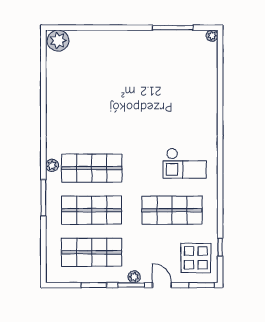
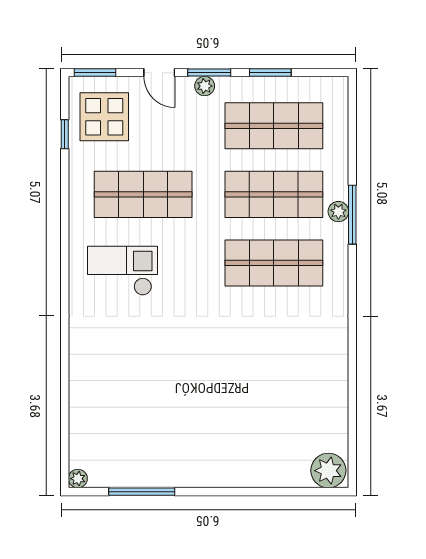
plant: (52, 165) -> (338, 212), moved

